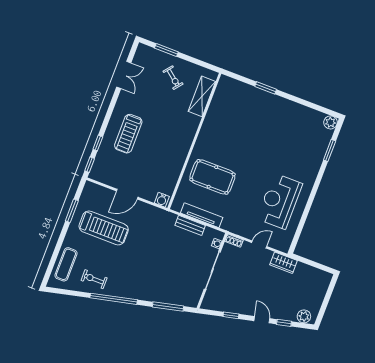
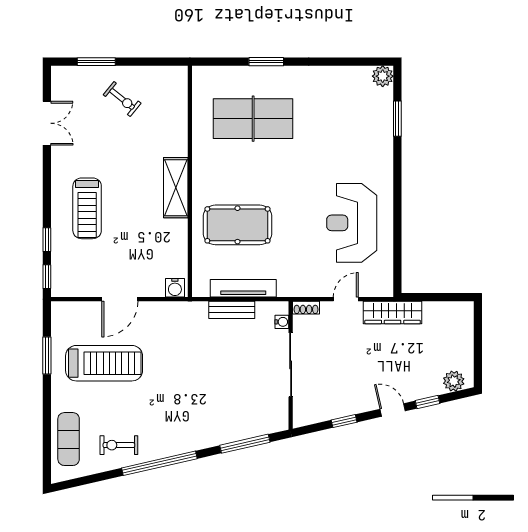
shelving: (202, 96) -> (176, 188), moved
table tennis table: (245, 118) -> (253, 119), added
wardrobe: (284, 263) -> (393, 312), width x1.50

